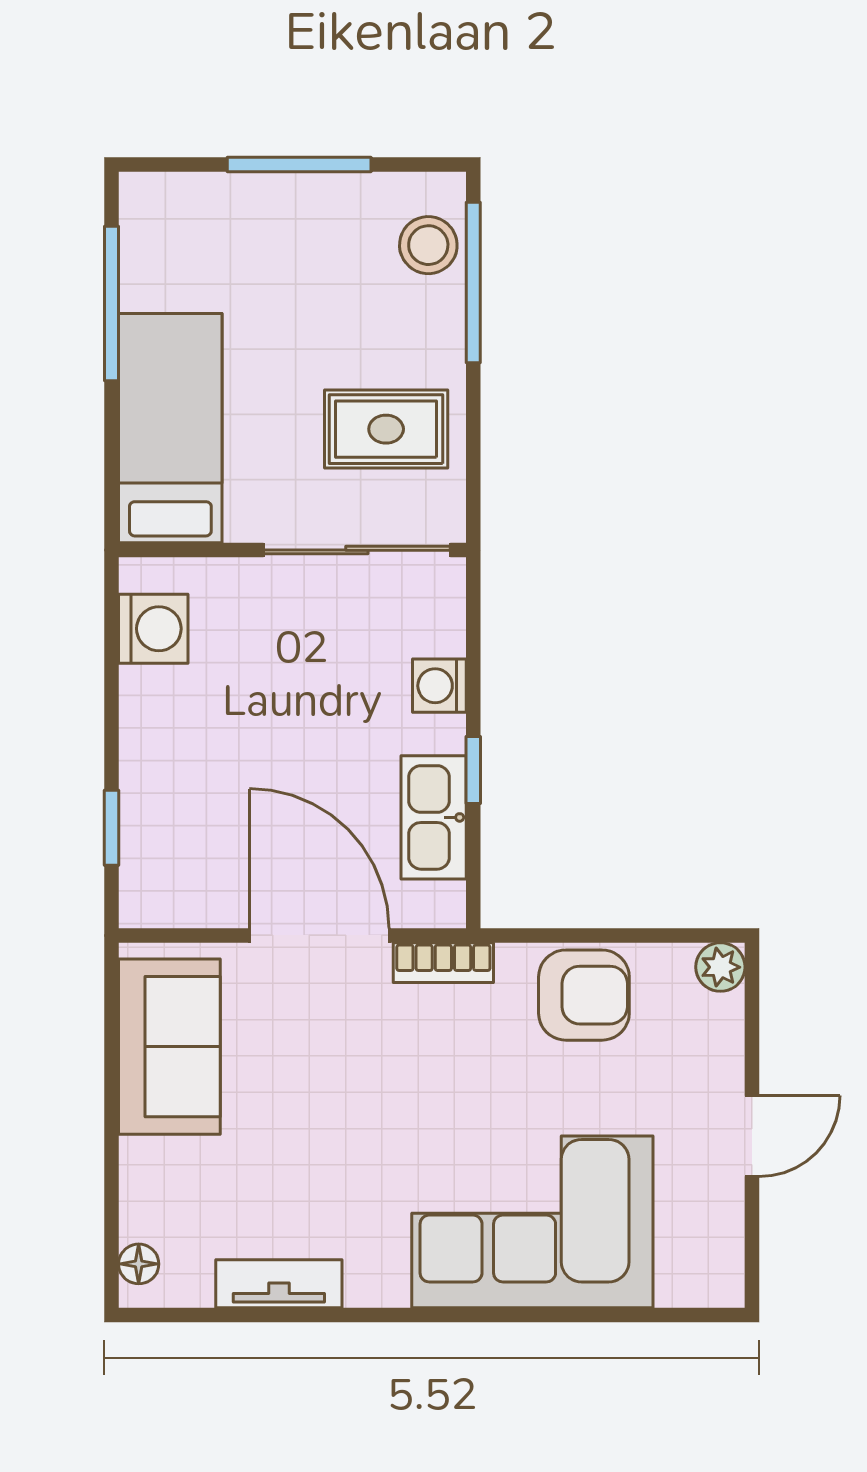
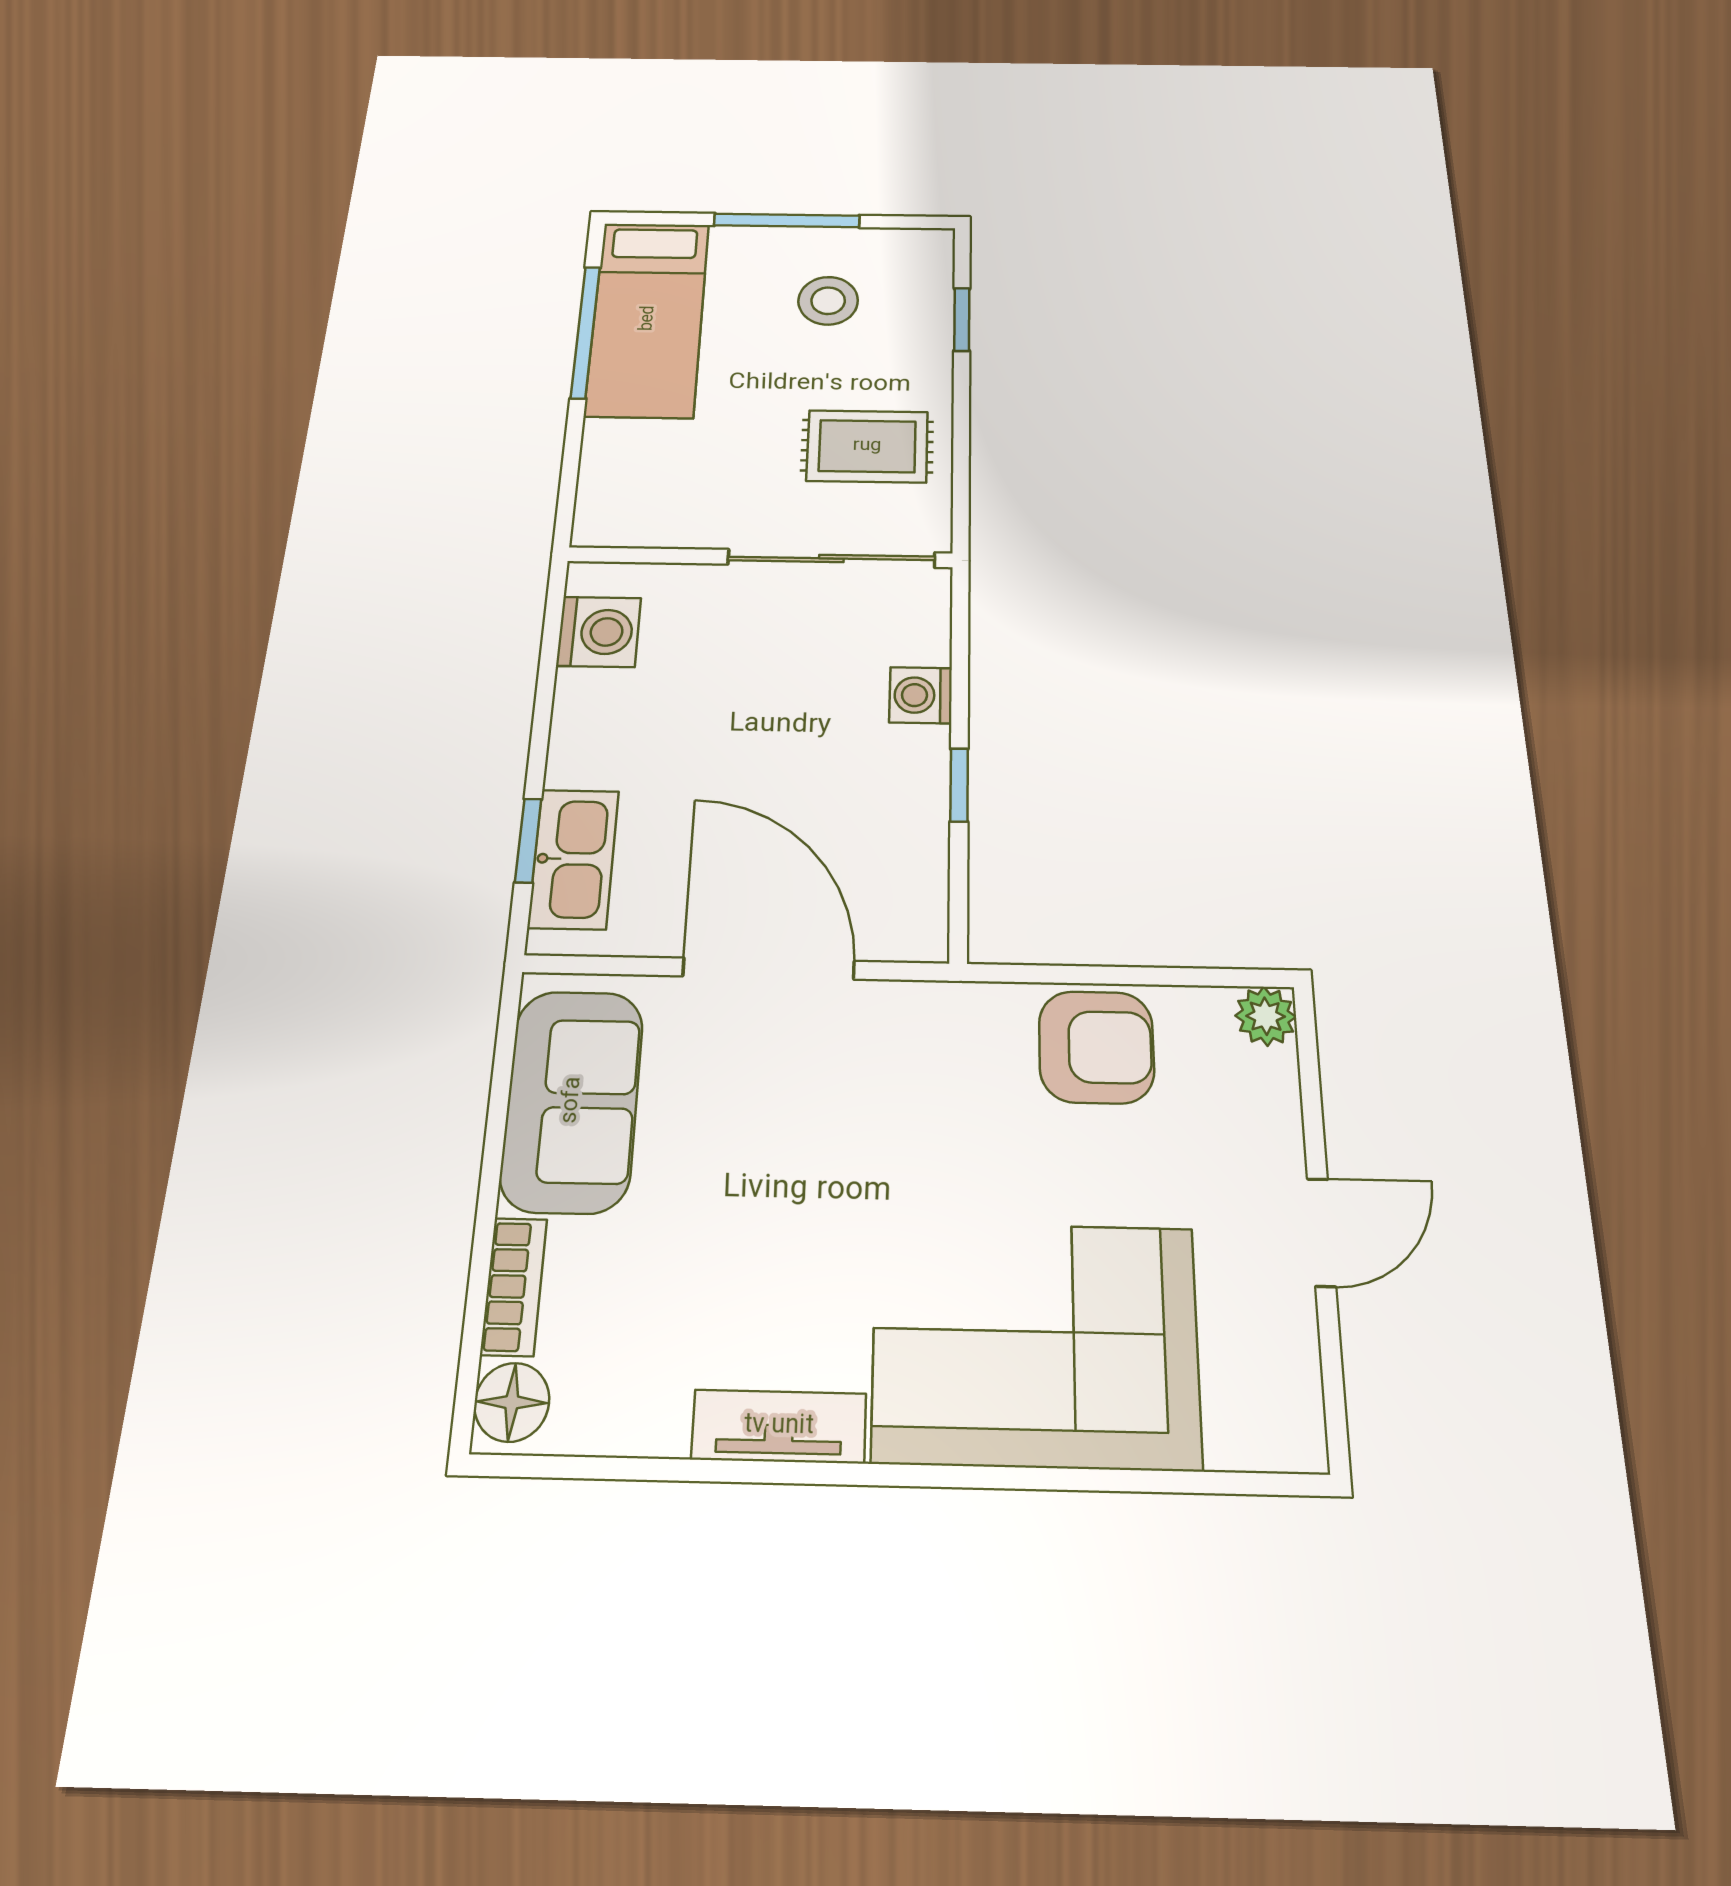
stool: (428, 245) -> (828, 301), moved
window: (473, 282) -> (962, 319), width x0.46
bed: (170, 428) -> (648, 318), moved, turned 180
kitchen sink: (434, 817) -> (574, 859), moved, turned 180
bookcase: (443, 963) -> (514, 1287), moved, turned -90
floor lamp: (139, 1264) -> (512, 1402), width x1.37, depth x1.37
tv unit: (279, 1284) -> (779, 1426), moved

